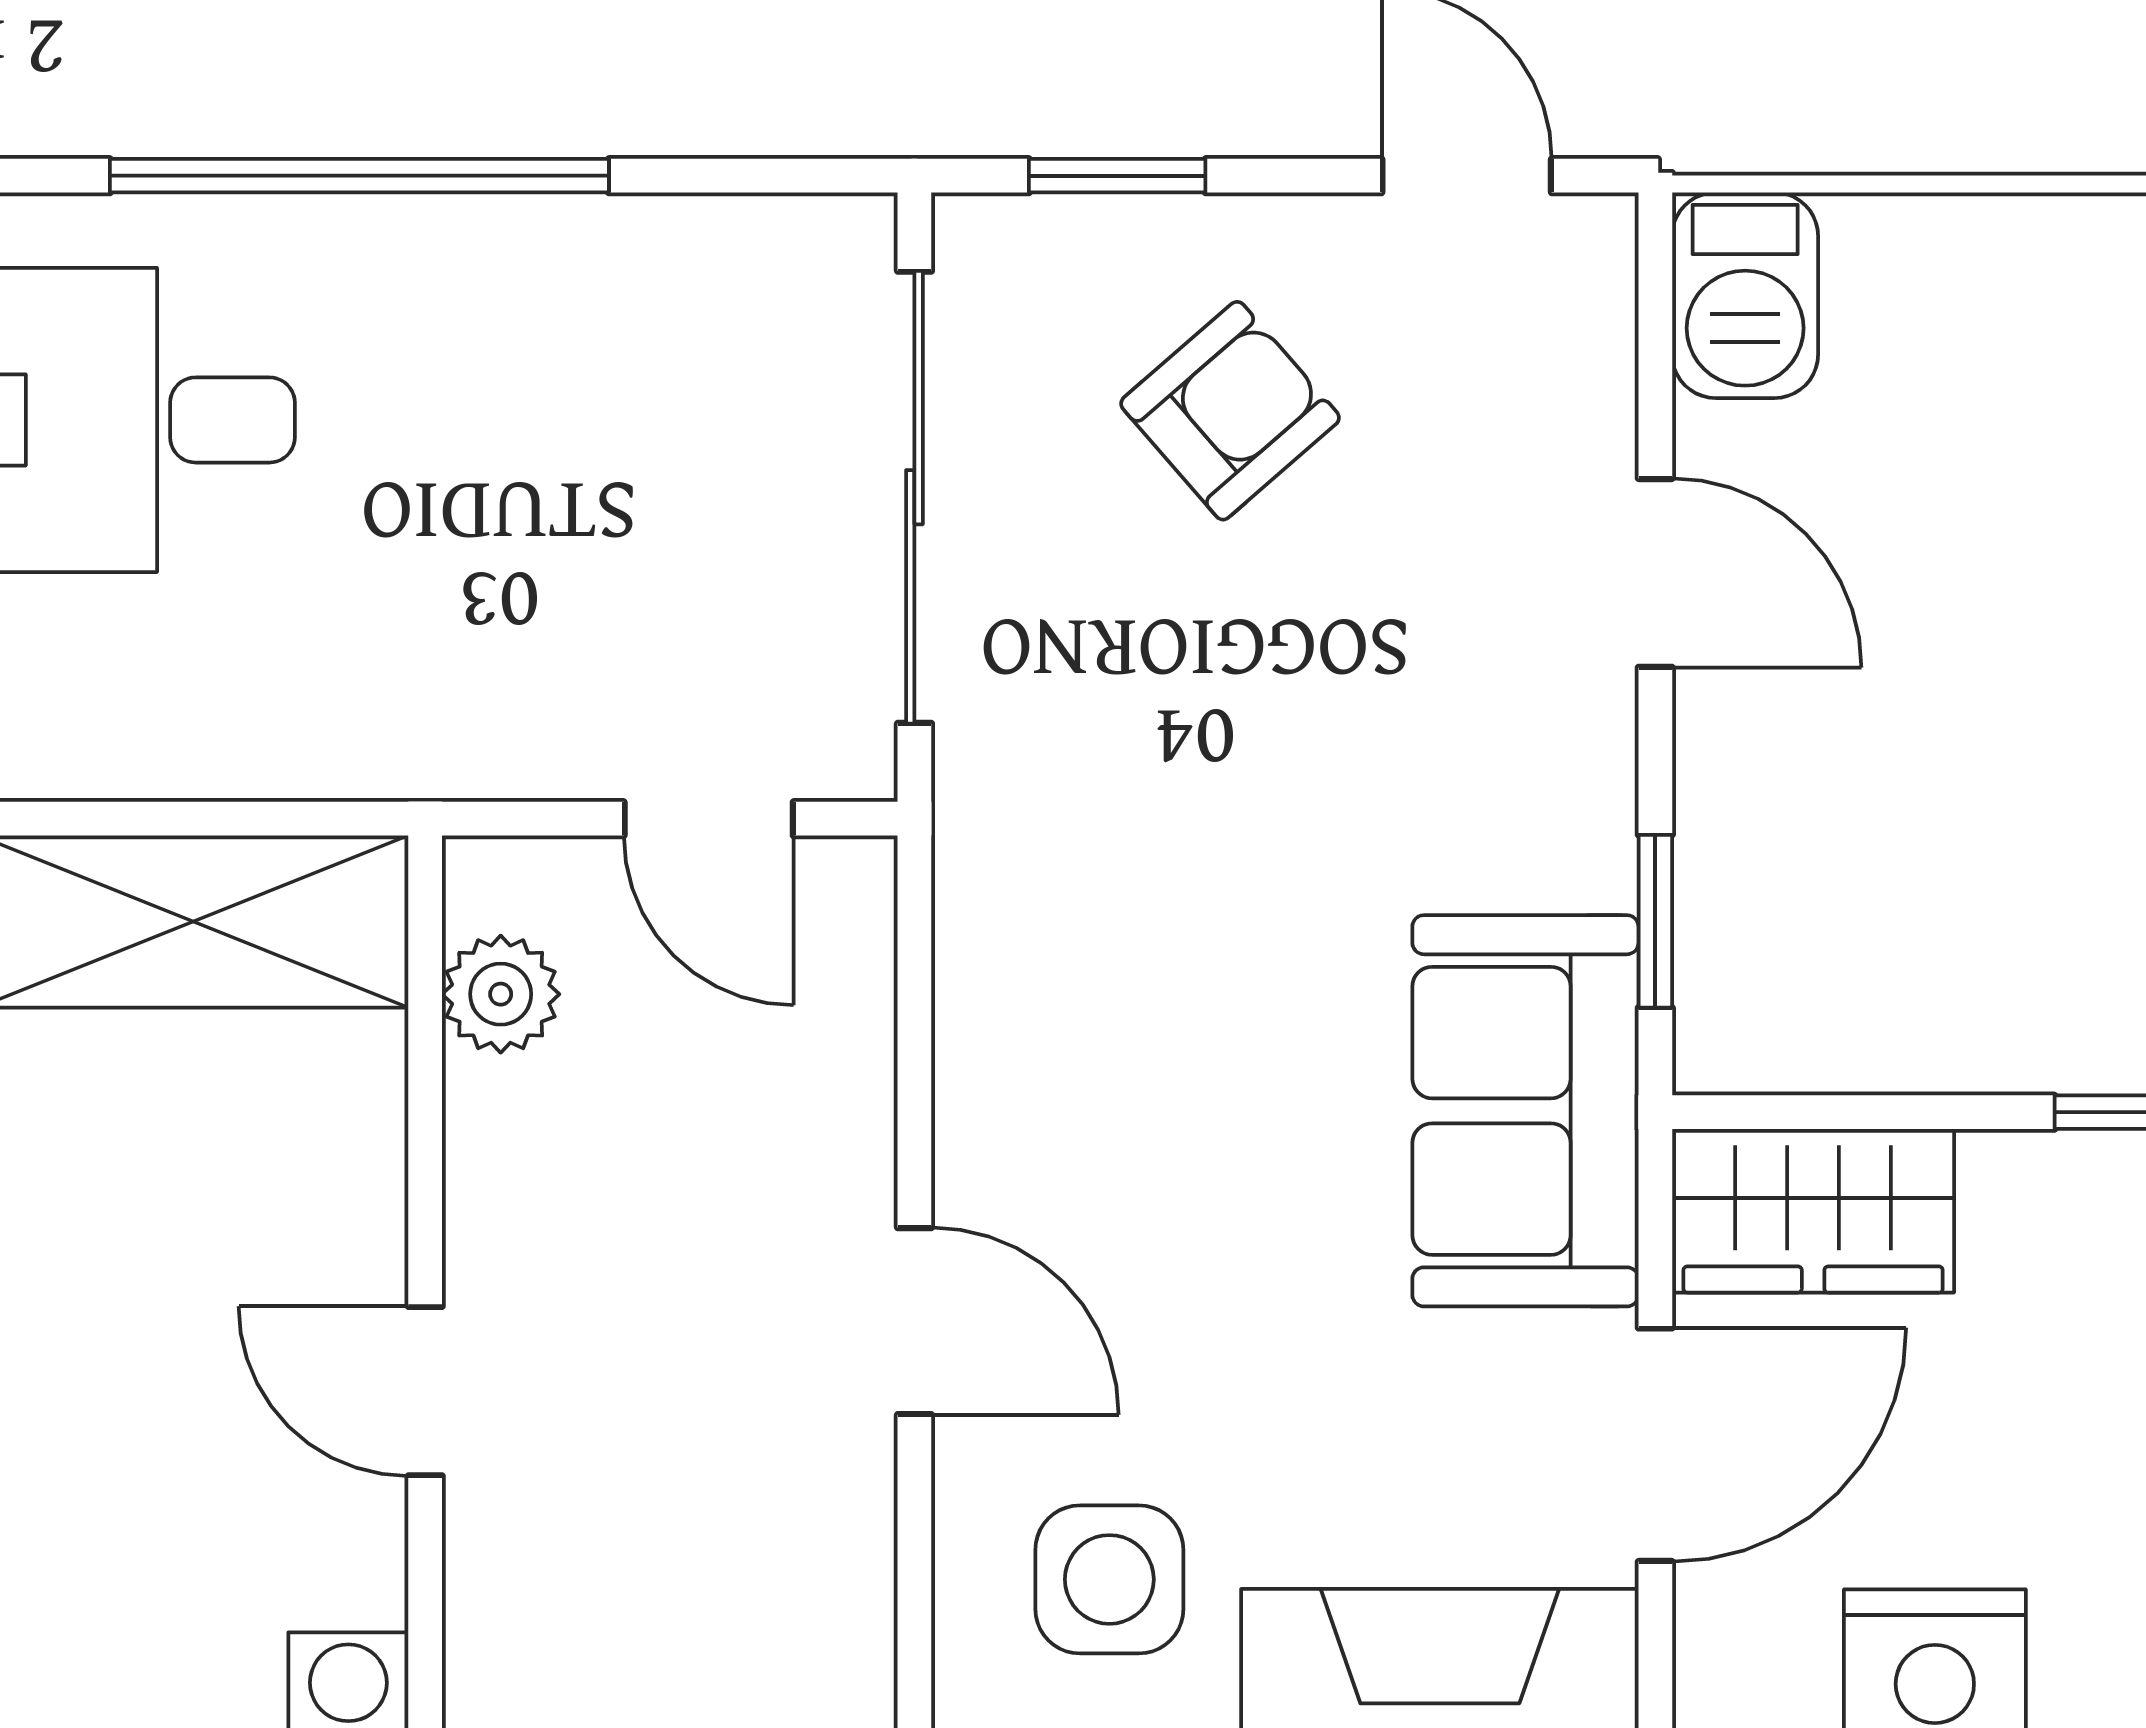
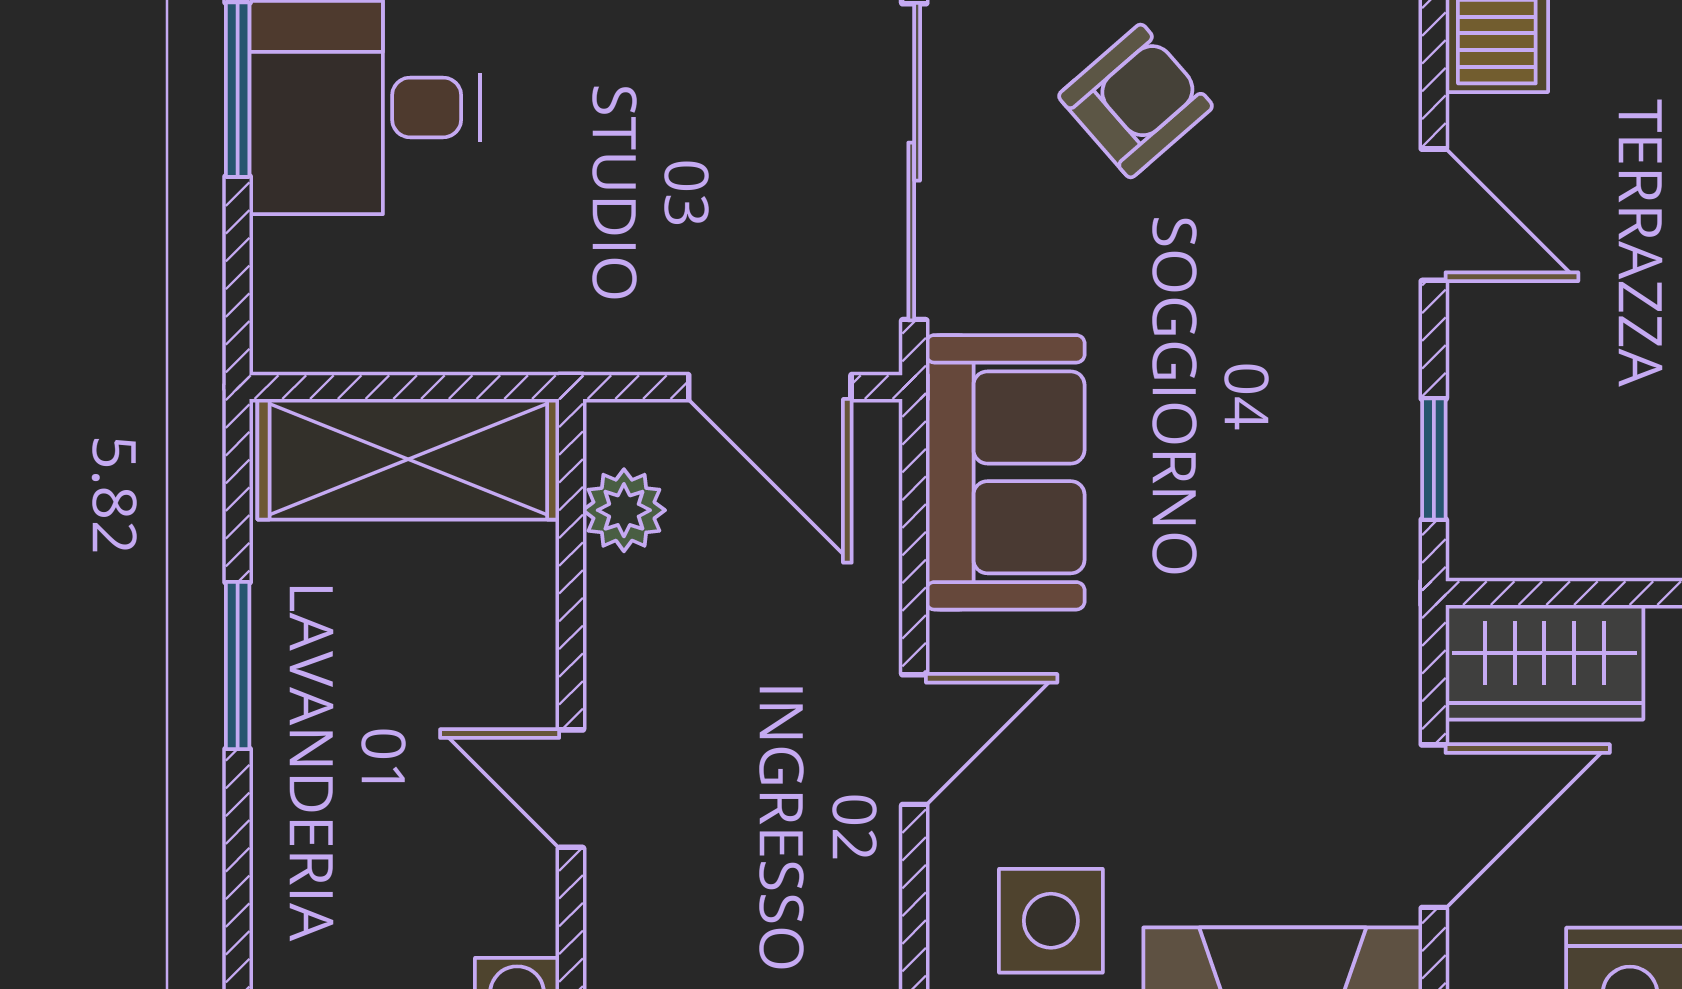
door: (709, 819) -> (770, 387), width x1.38
sofa: (1525, 1111) -> (1005, 472), moved, turned 180
door: (914, 1321) -> (914, 740), hinge flipped

